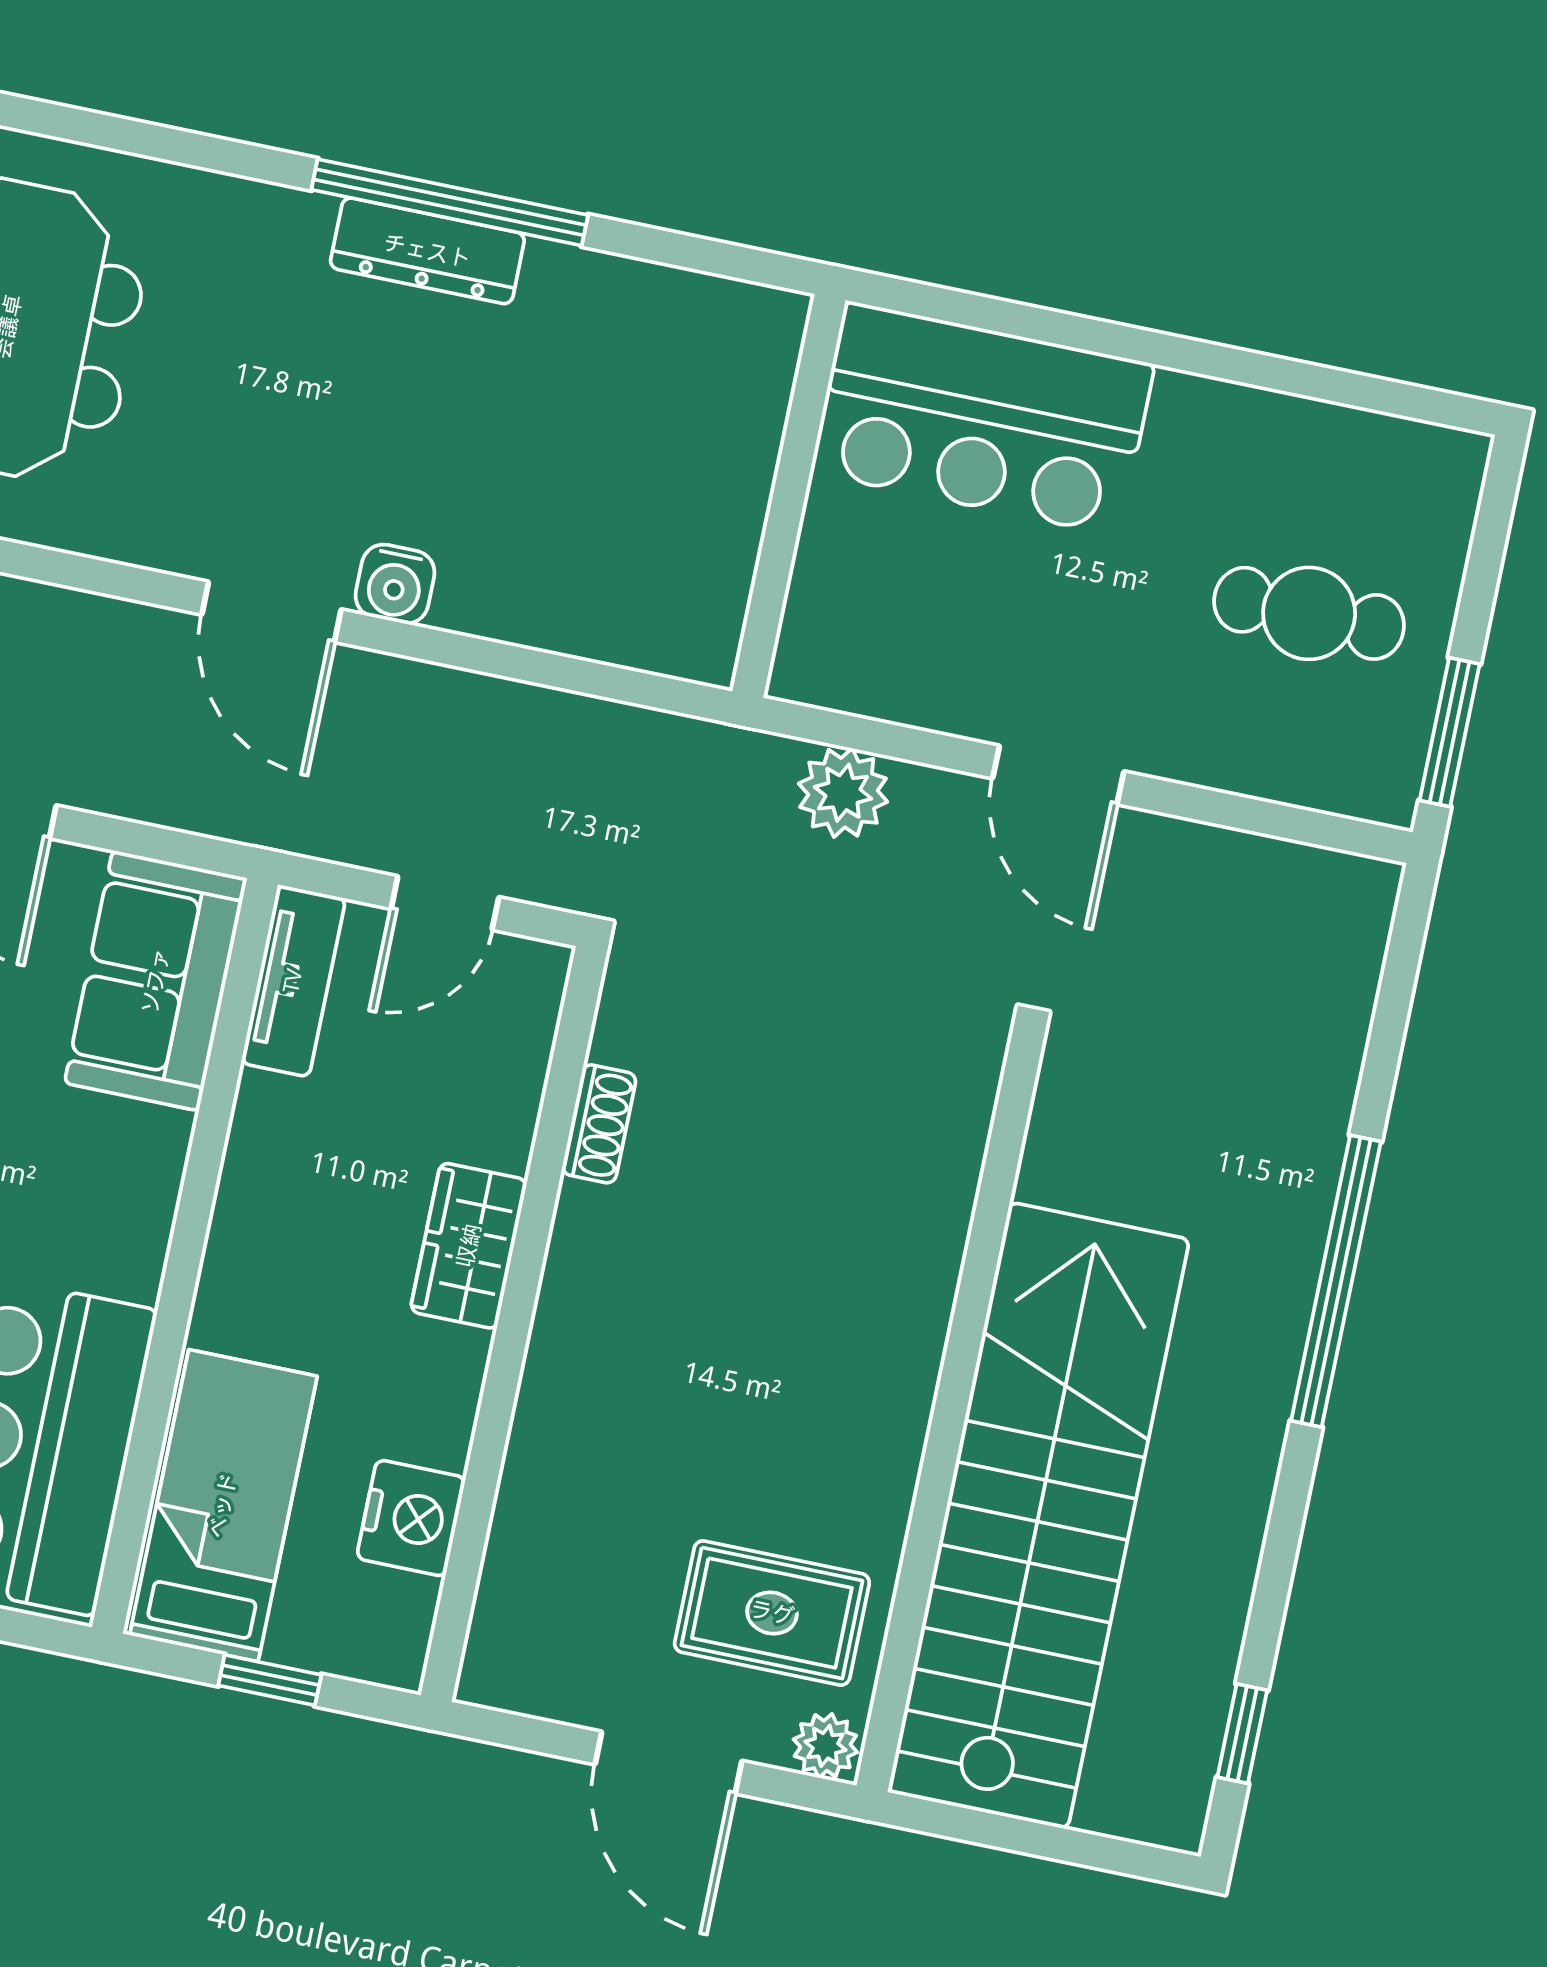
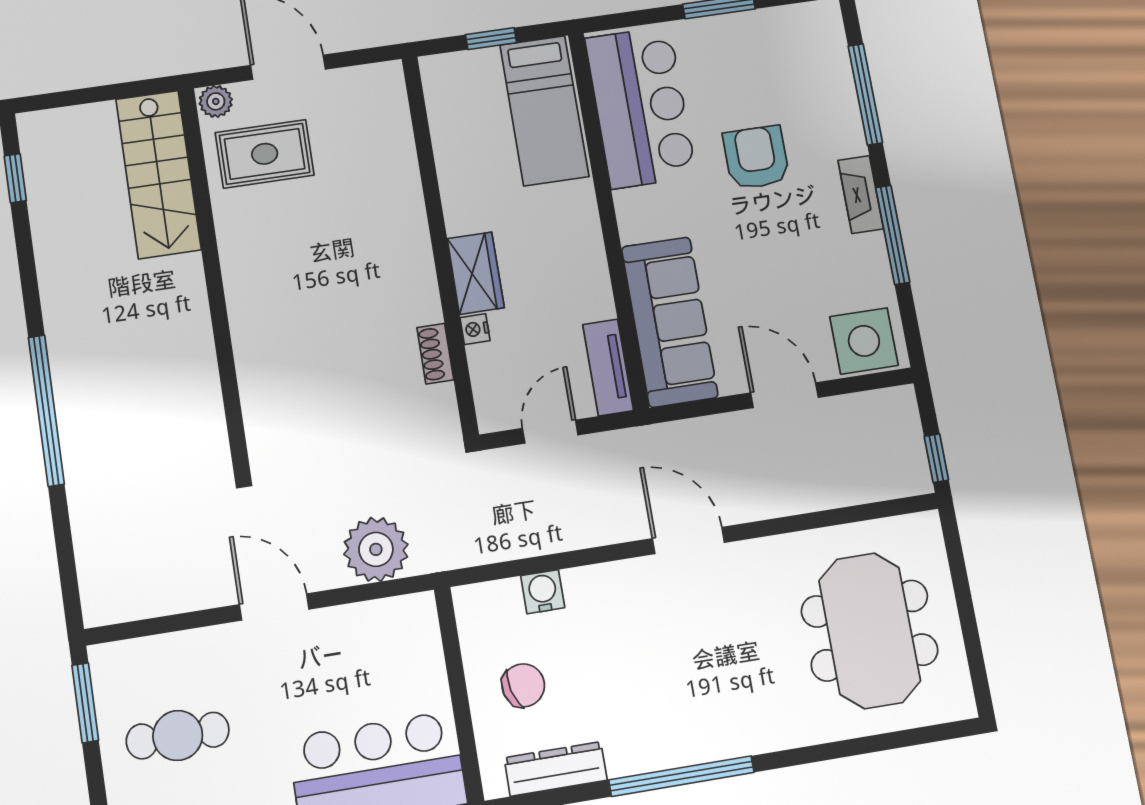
dresser: (427, 251) -> (556, 769), moved
chair: (669, 468) -> (523, 685), added
water cooler: (395, 584) -> (543, 592), moved
plant: (843, 793) -> (376, 549), width x1.36, depth x1.36
sofa: (156, 981) -> (670, 322), width x1.36
stairs: (1039, 1516) -> (158, 174), width x0.54, depth x0.66
nightstand: (411, 1518) -> (475, 329), moved, width x0.53, depth x0.56

